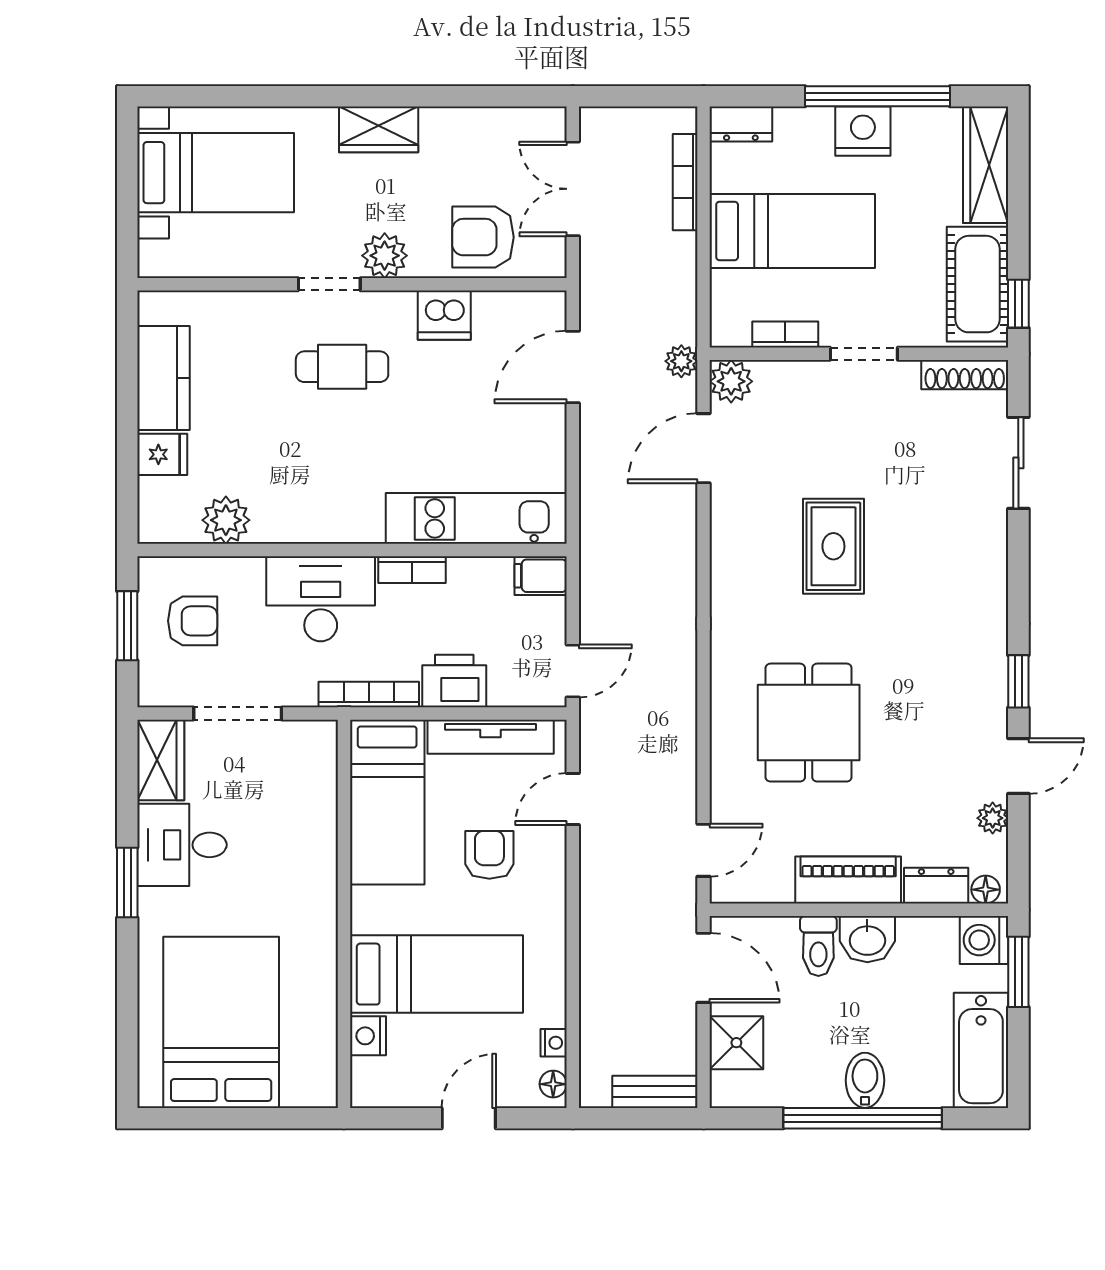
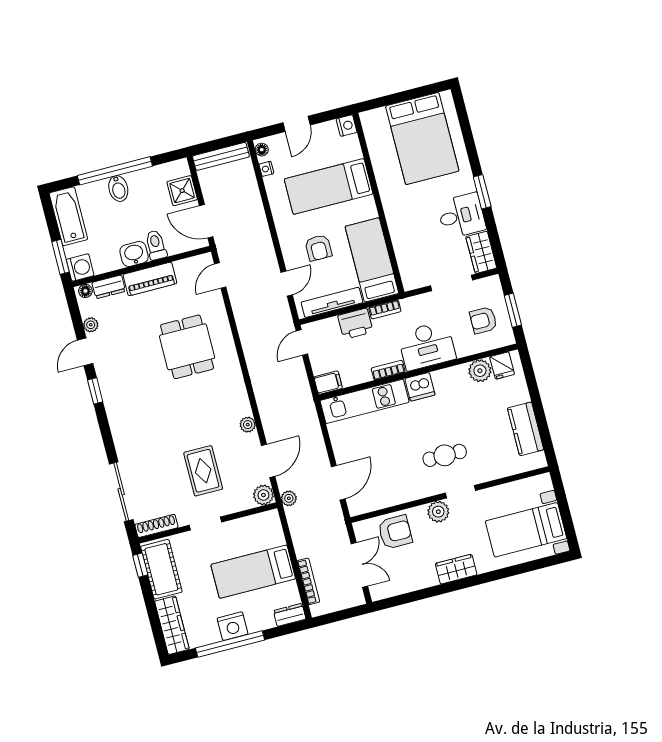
dishwasher: (444, 315) -> (420, 387), moved, turned 180
bookcase: (785, 335) -> (244, 523), removed
fridge: (162, 454) -> (502, 366), moved, turned -90
sliding door: (1018, 463) -> (121, 492), width x1.37
plant: (726, 533) -> (248, 425), added
rug: (833, 546) -> (203, 471), moved
bookcase: (369, 695) -> (385, 309), width x0.64
nightstand: (368, 1036) -> (347, 126), moved
bench: (655, 1092) -> (221, 156), width x1.36

